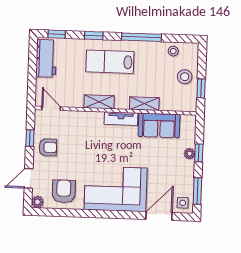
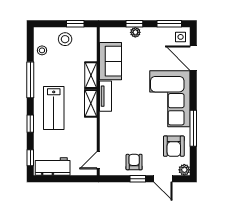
shelving: (99, 102) -> (91, 103), moved
window: (30, 138) -> (138, 179), moved
armchair: (64, 191) -> (174, 146), turned -90
window: (82, 213) -> (193, 128), added

